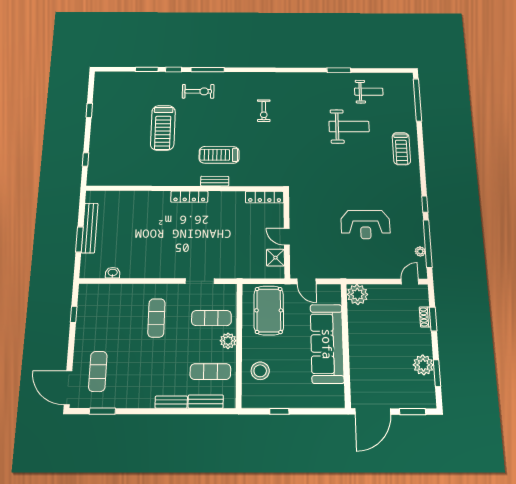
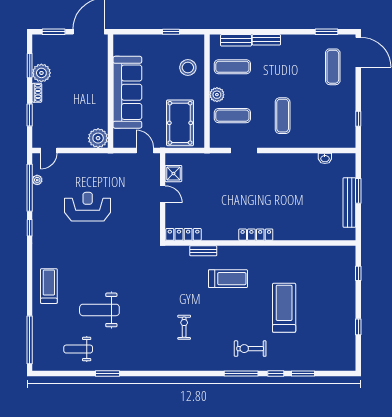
bench: (215, 181) -> (203, 251), moved
shoe rack: (425, 317) -> (37, 93), moved

